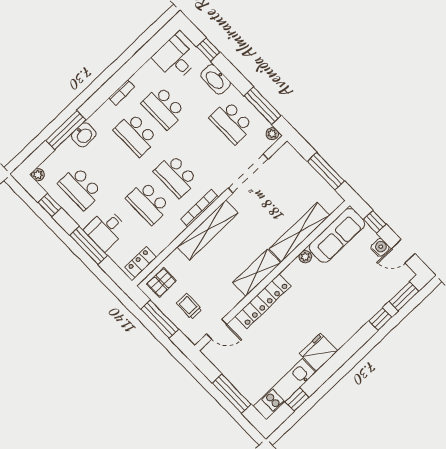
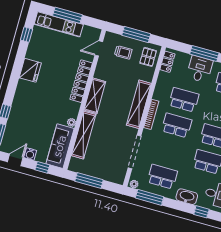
kitchen unit: (284, 389) -> (59, 24), moved, turned 90

